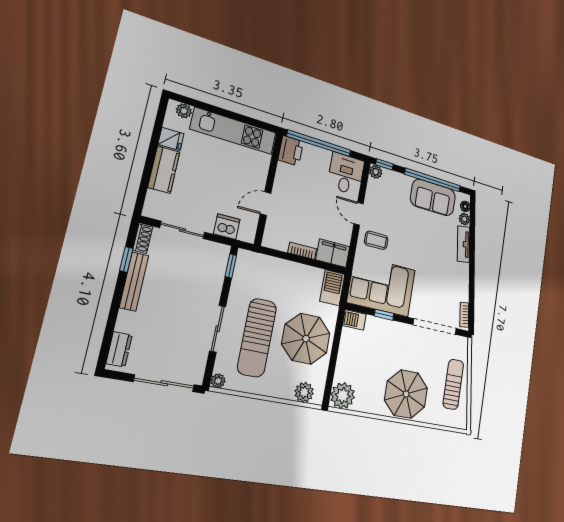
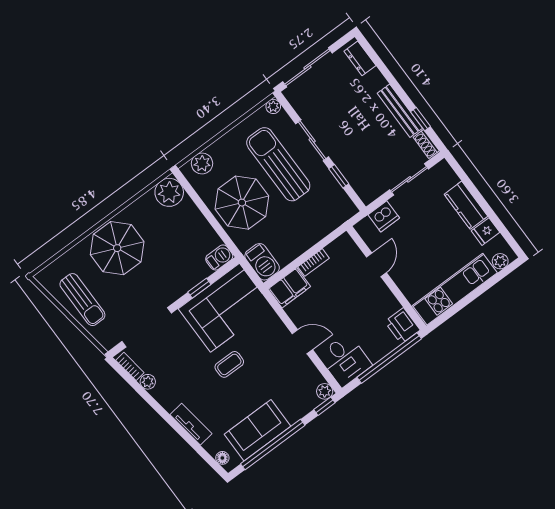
plant: (464, 219) -> (148, 382), moved
coffee table: (376, 240) -> (229, 364), moved
window: (231, 266) -> (339, 176), moved

